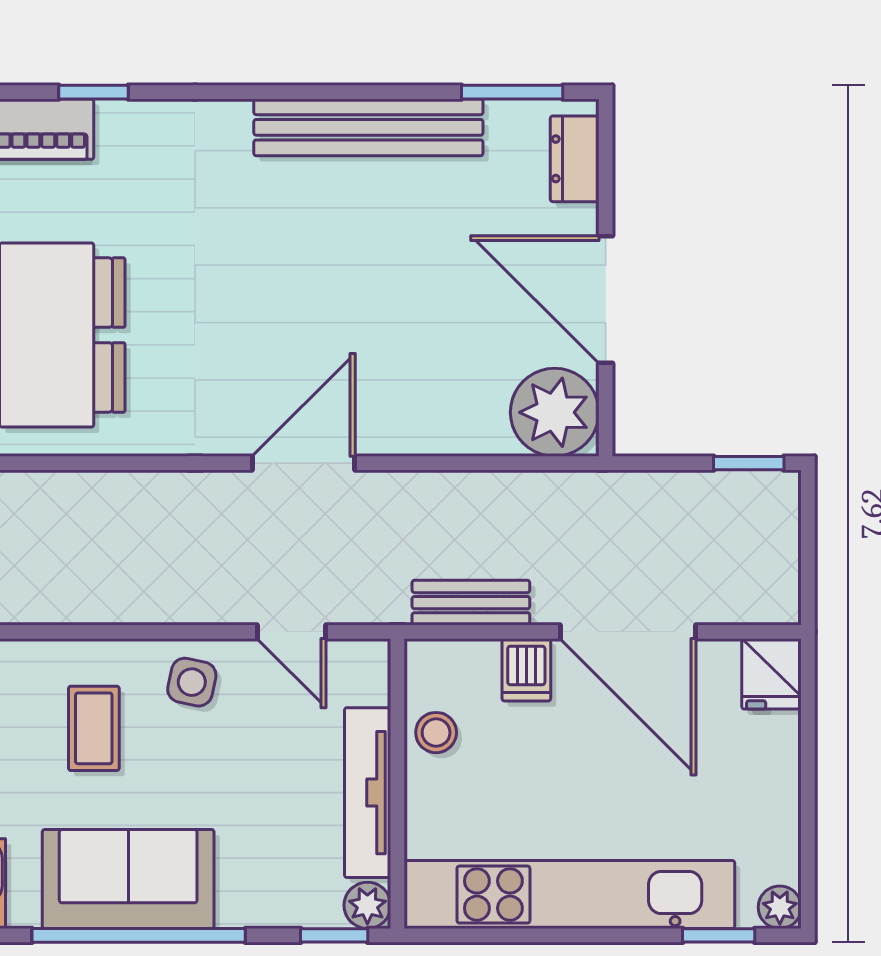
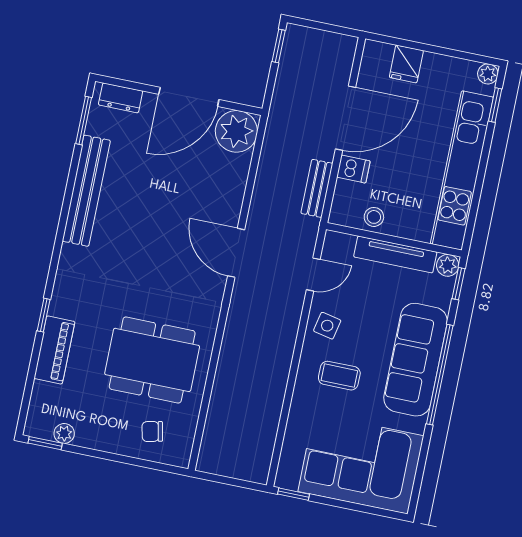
fridge: (772, 674) -> (406, 64), moved, turned 90
sofa: (128, 879) -> (416, 360), width x1.36

